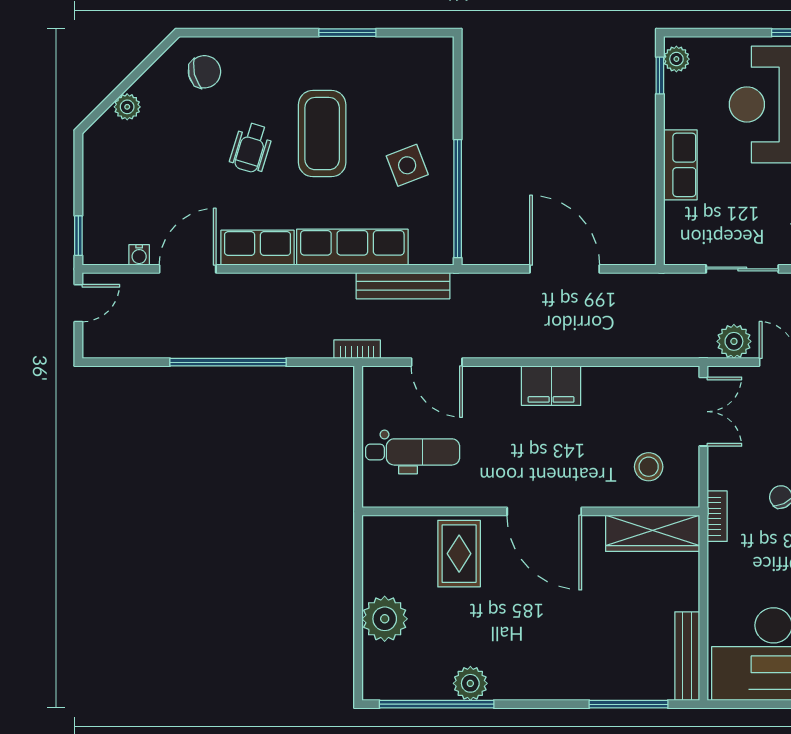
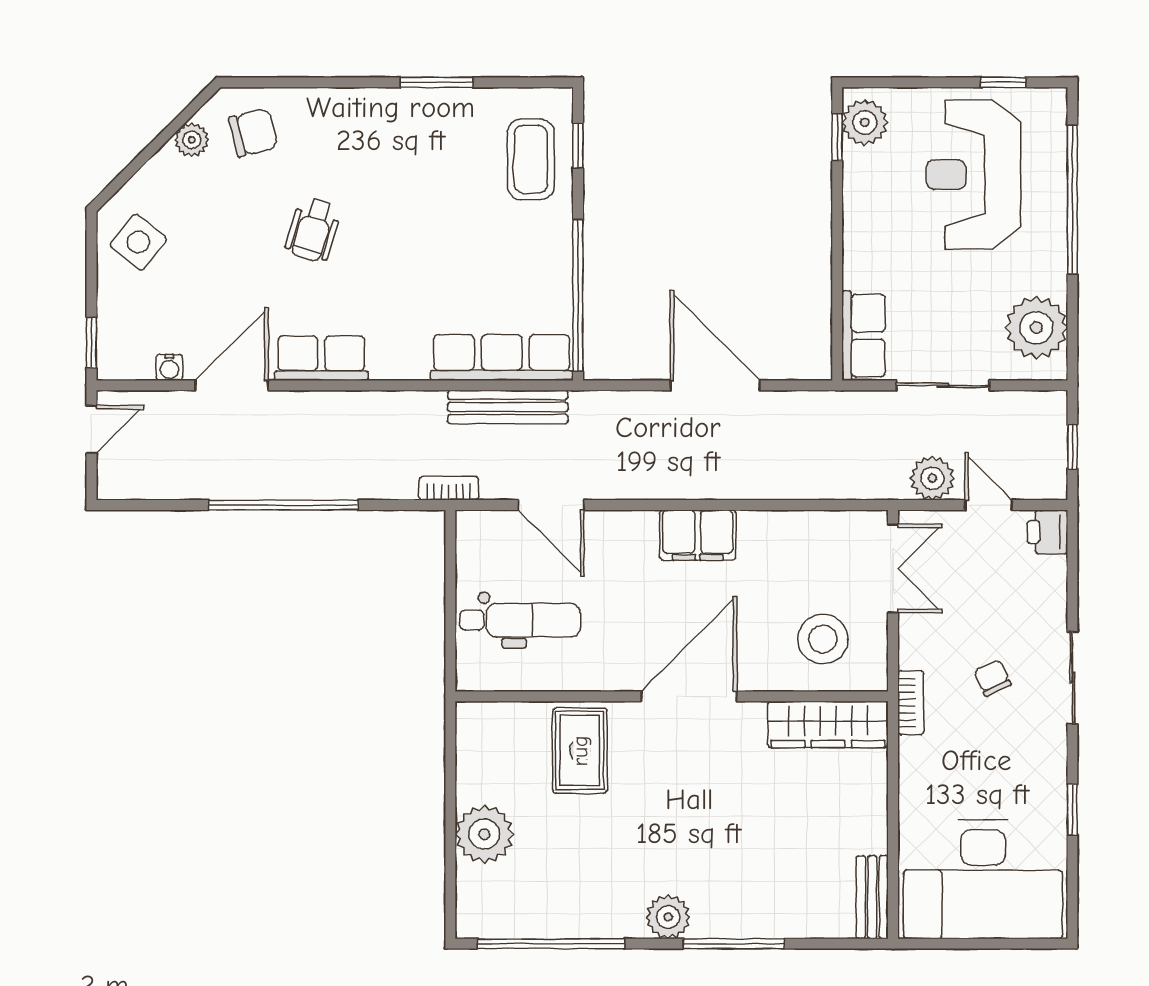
plant: (676, 59) -> (865, 122), width x1.38, depth x1.38
window: (458, 82) -> (578, 145), added
plant: (127, 107) -> (192, 140), moved
coffee table: (322, 134) -> (531, 159), moved, width x0.73, depth x0.76
side table: (407, 165) -> (138, 242), moved, turned -30
row of seats: (680, 165) -> (863, 336), moved
row of seats: (352, 247) -> (502, 357), moved
stool: (649, 467) -> (823, 639), width x1.38, depth x1.38
door: (544, 511) -> (689, 696), swing flipped
bench: (687, 656) -> (872, 897), width x0.73
plant: (470, 683) -> (668, 917), moved
window: (629, 704) -> (734, 944), moved

